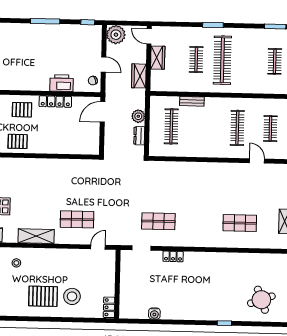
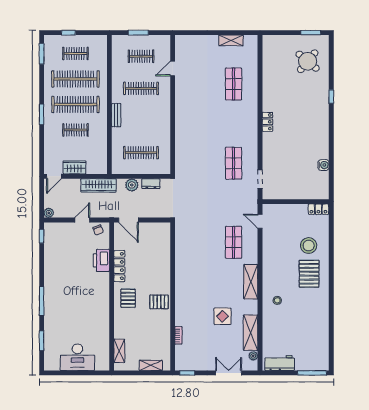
window: (45, 21) -> (42, 301), moved
plant: (116, 35) -> (49, 213), width x0.53, depth x0.53
clothes rail: (249, 61) -> (75, 79), added
wardrobe: (139, 76) -> (99, 185), width x1.50
bench: (192, 101) -> (116, 115), moved
pallet: (18, 141) -> (159, 302), turned 90
locker: (173, 256) -> (267, 122), moved
round table: (261, 300) -> (308, 61), turned -30

